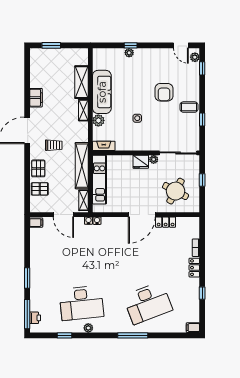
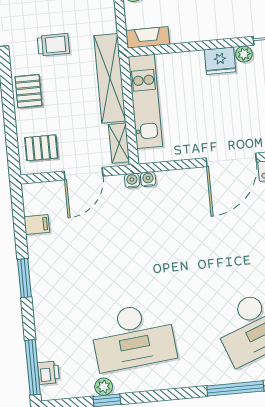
pallet: (40, 189) -> (41, 148), moved
door: (63, 215) -> (84, 174), hinge flipped
filing cabinet: (36, 223) -> (37, 224), moved
window: (27, 278) -> (24, 278), moved
plant: (88, 328) -> (104, 387), moved

